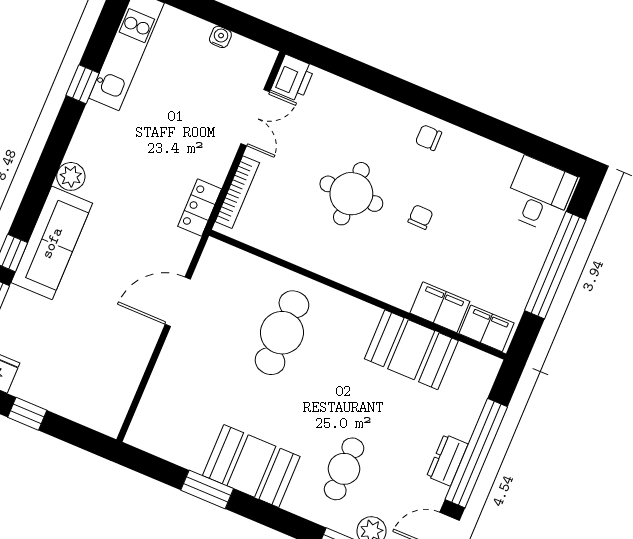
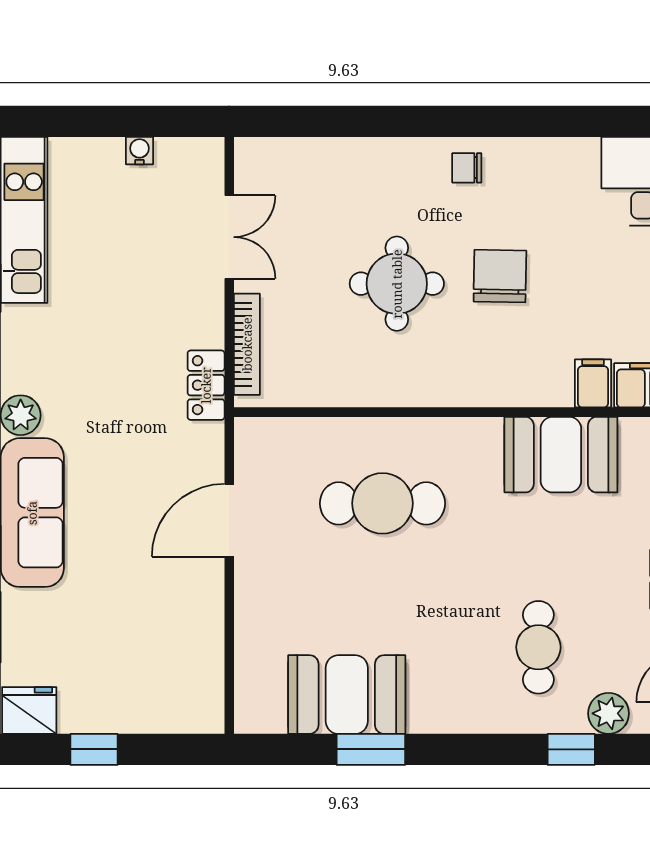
printer: (293, 78) -> (257, 165), removed
chair: (420, 217) -> (500, 276), width x1.87, depth x1.87
filing cabinet: (440, 307) -> (593, 383), width x0.50
cafe table: (282, 333) -> (382, 503), turned 90
booth: (251, 466) -> (347, 695), moved

